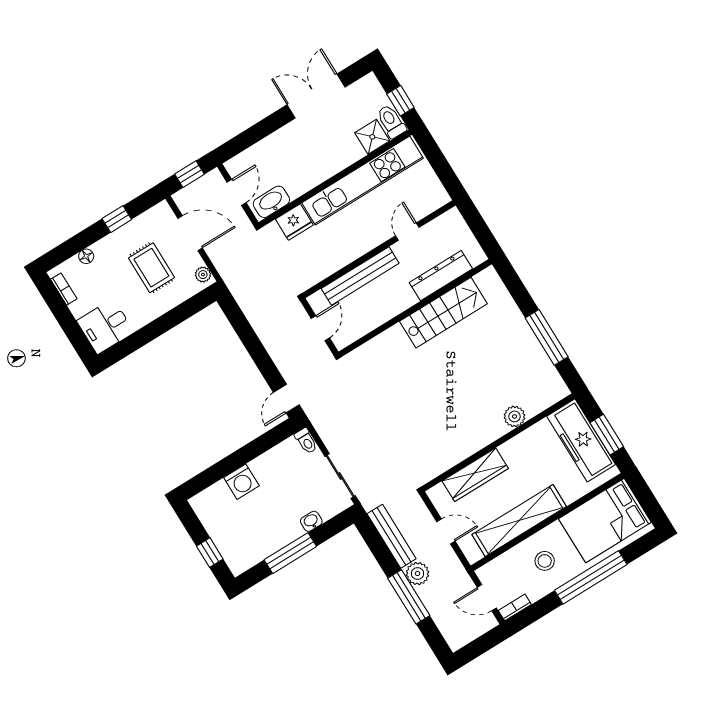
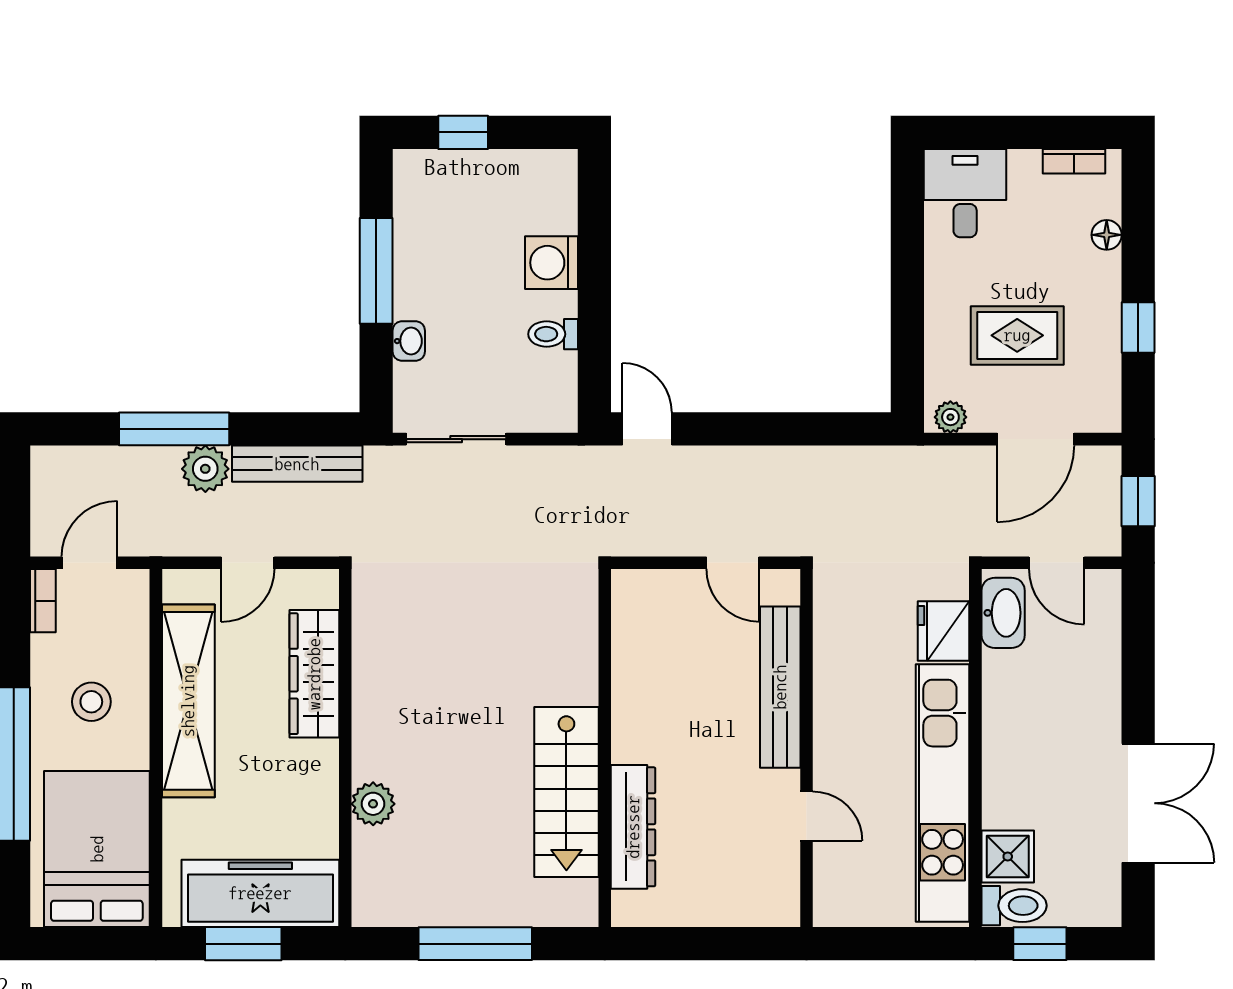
dresser: (441, 276) -> (633, 827), moved
wall: (415, 308) -> (605, 748), moved
stairs: (443, 313) -> (566, 792), moved
toilet: (306, 441) -> (553, 334), moved

